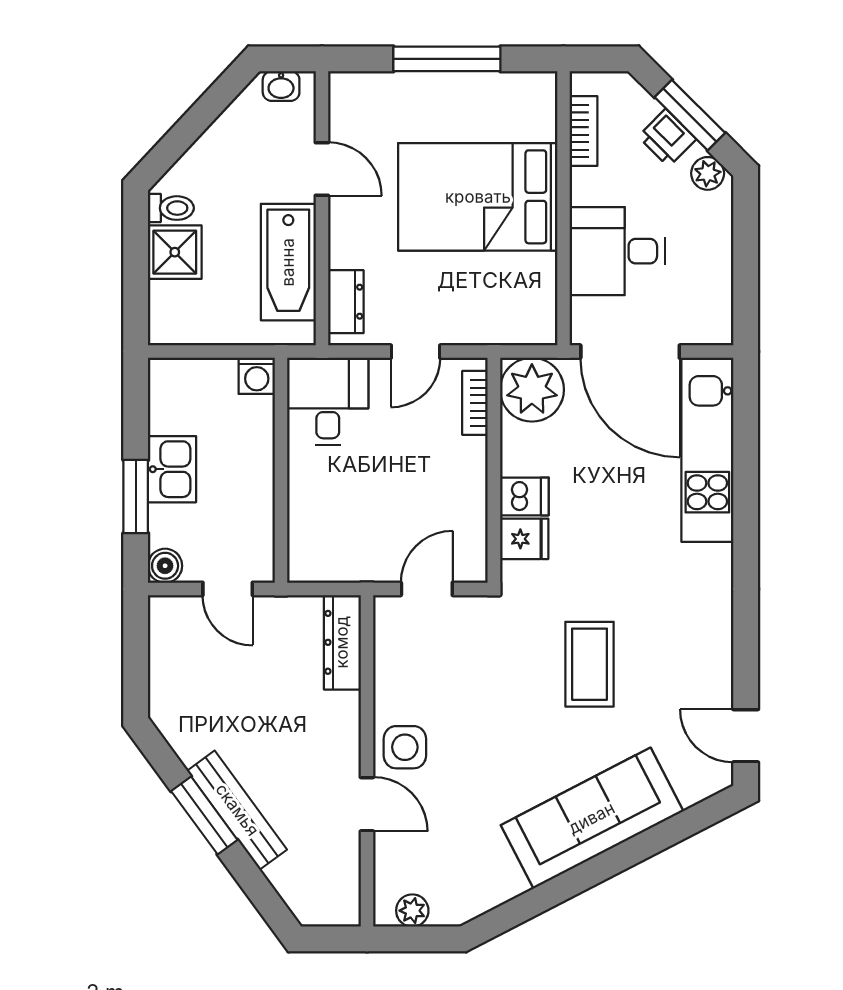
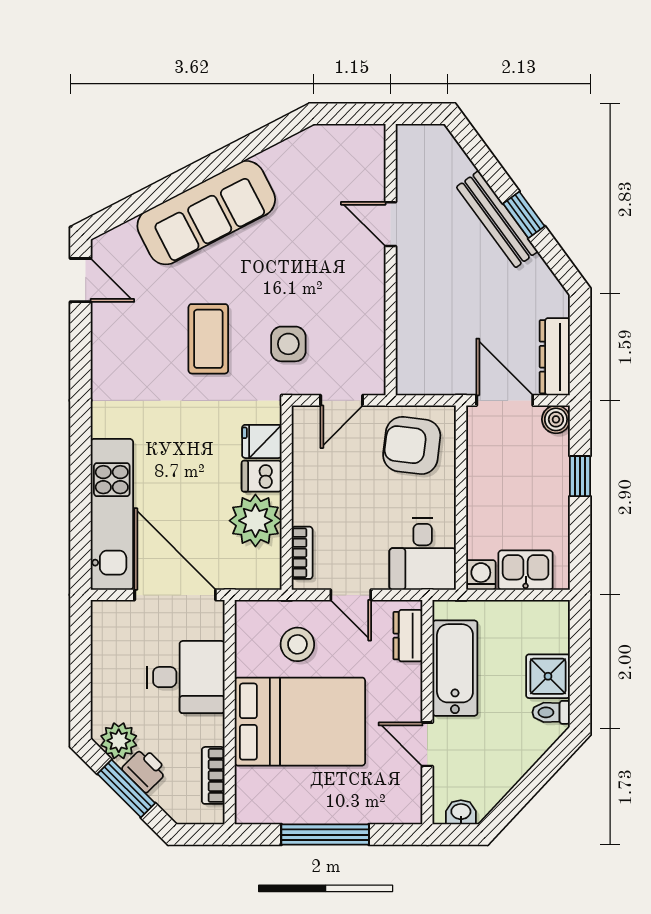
plant: (708, 173) -> (119, 741), width x1.38, depth x1.38
stool: (481, 291) -> (297, 644), added
door: (415, 352) -> (351, 595), swing flipped
plant: (532, 390) -> (255, 521), moved
kitchen sink: (172, 469) -> (526, 570), moved, turned 90
window: (136, 497) -> (580, 476), width x0.67
armchair: (341, 534) -> (412, 445), added
door: (228, 589) -> (505, 400), width x1.38
dresser: (342, 642) -> (555, 357), moved, turned 180
side table: (405, 747) -> (288, 344), moved
window: (204, 815) -> (524, 215), width x0.67
plant: (412, 911) -> (353, 137), removed

